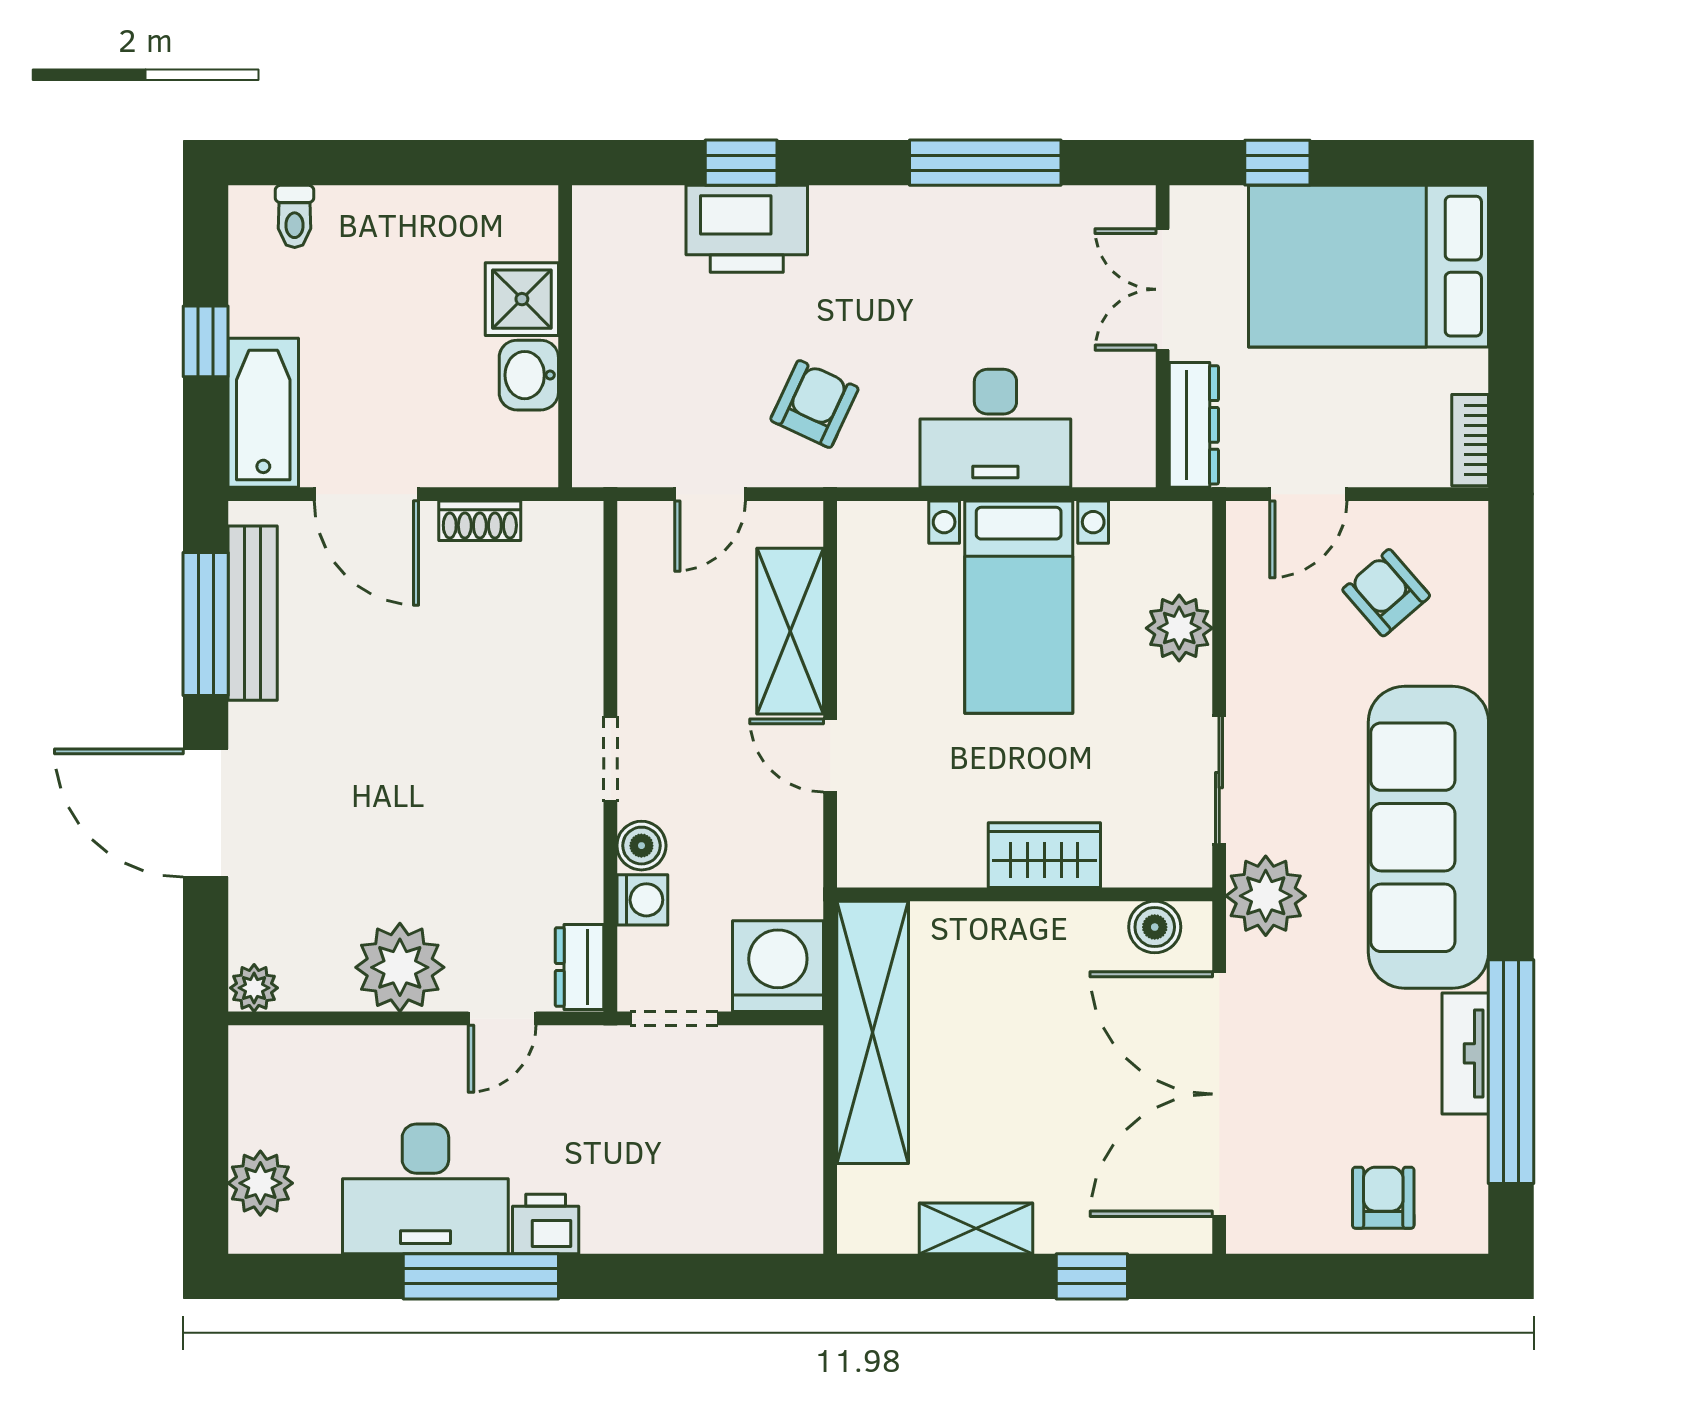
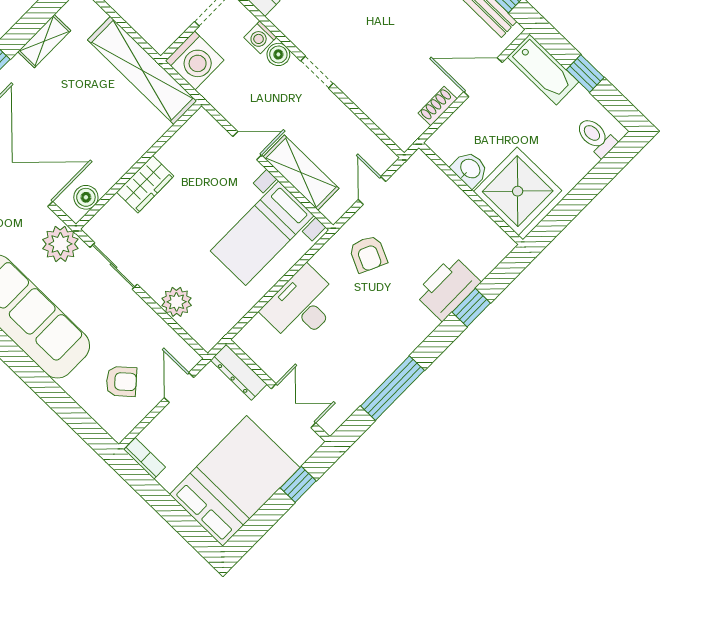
toilet: (295, 216) -> (596, 137), width x1.37, depth x1.39
shower: (522, 299) -> (518, 191), width x1.86, depth x1.86
bed with nightstands: (1019, 607) -> (262, 233), moved, turned -90

